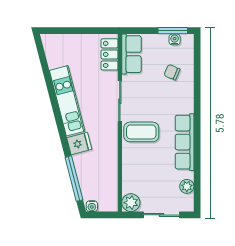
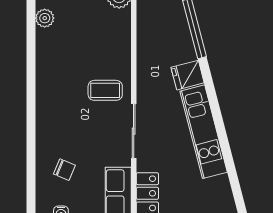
coffee table: (141, 132) -> (105, 90), width x0.73, depth x0.77
row of seats: (185, 142) -> (48, 77), removed

